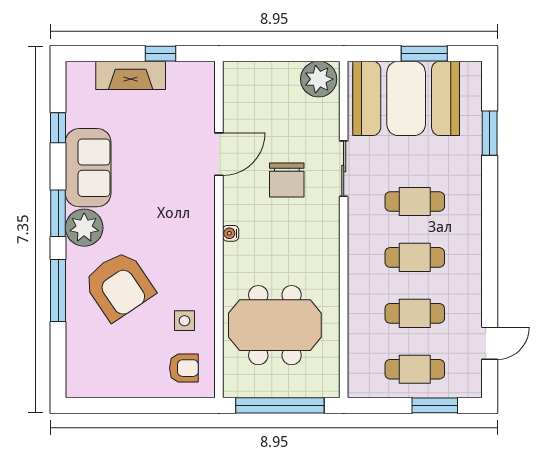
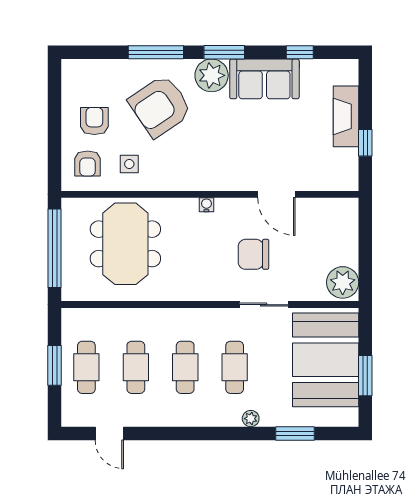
plant: (473, 183) -> (251, 419), added
armchair: (136, 360) -> (94, 121), added
window: (435, 405) -> (55, 365), moved

